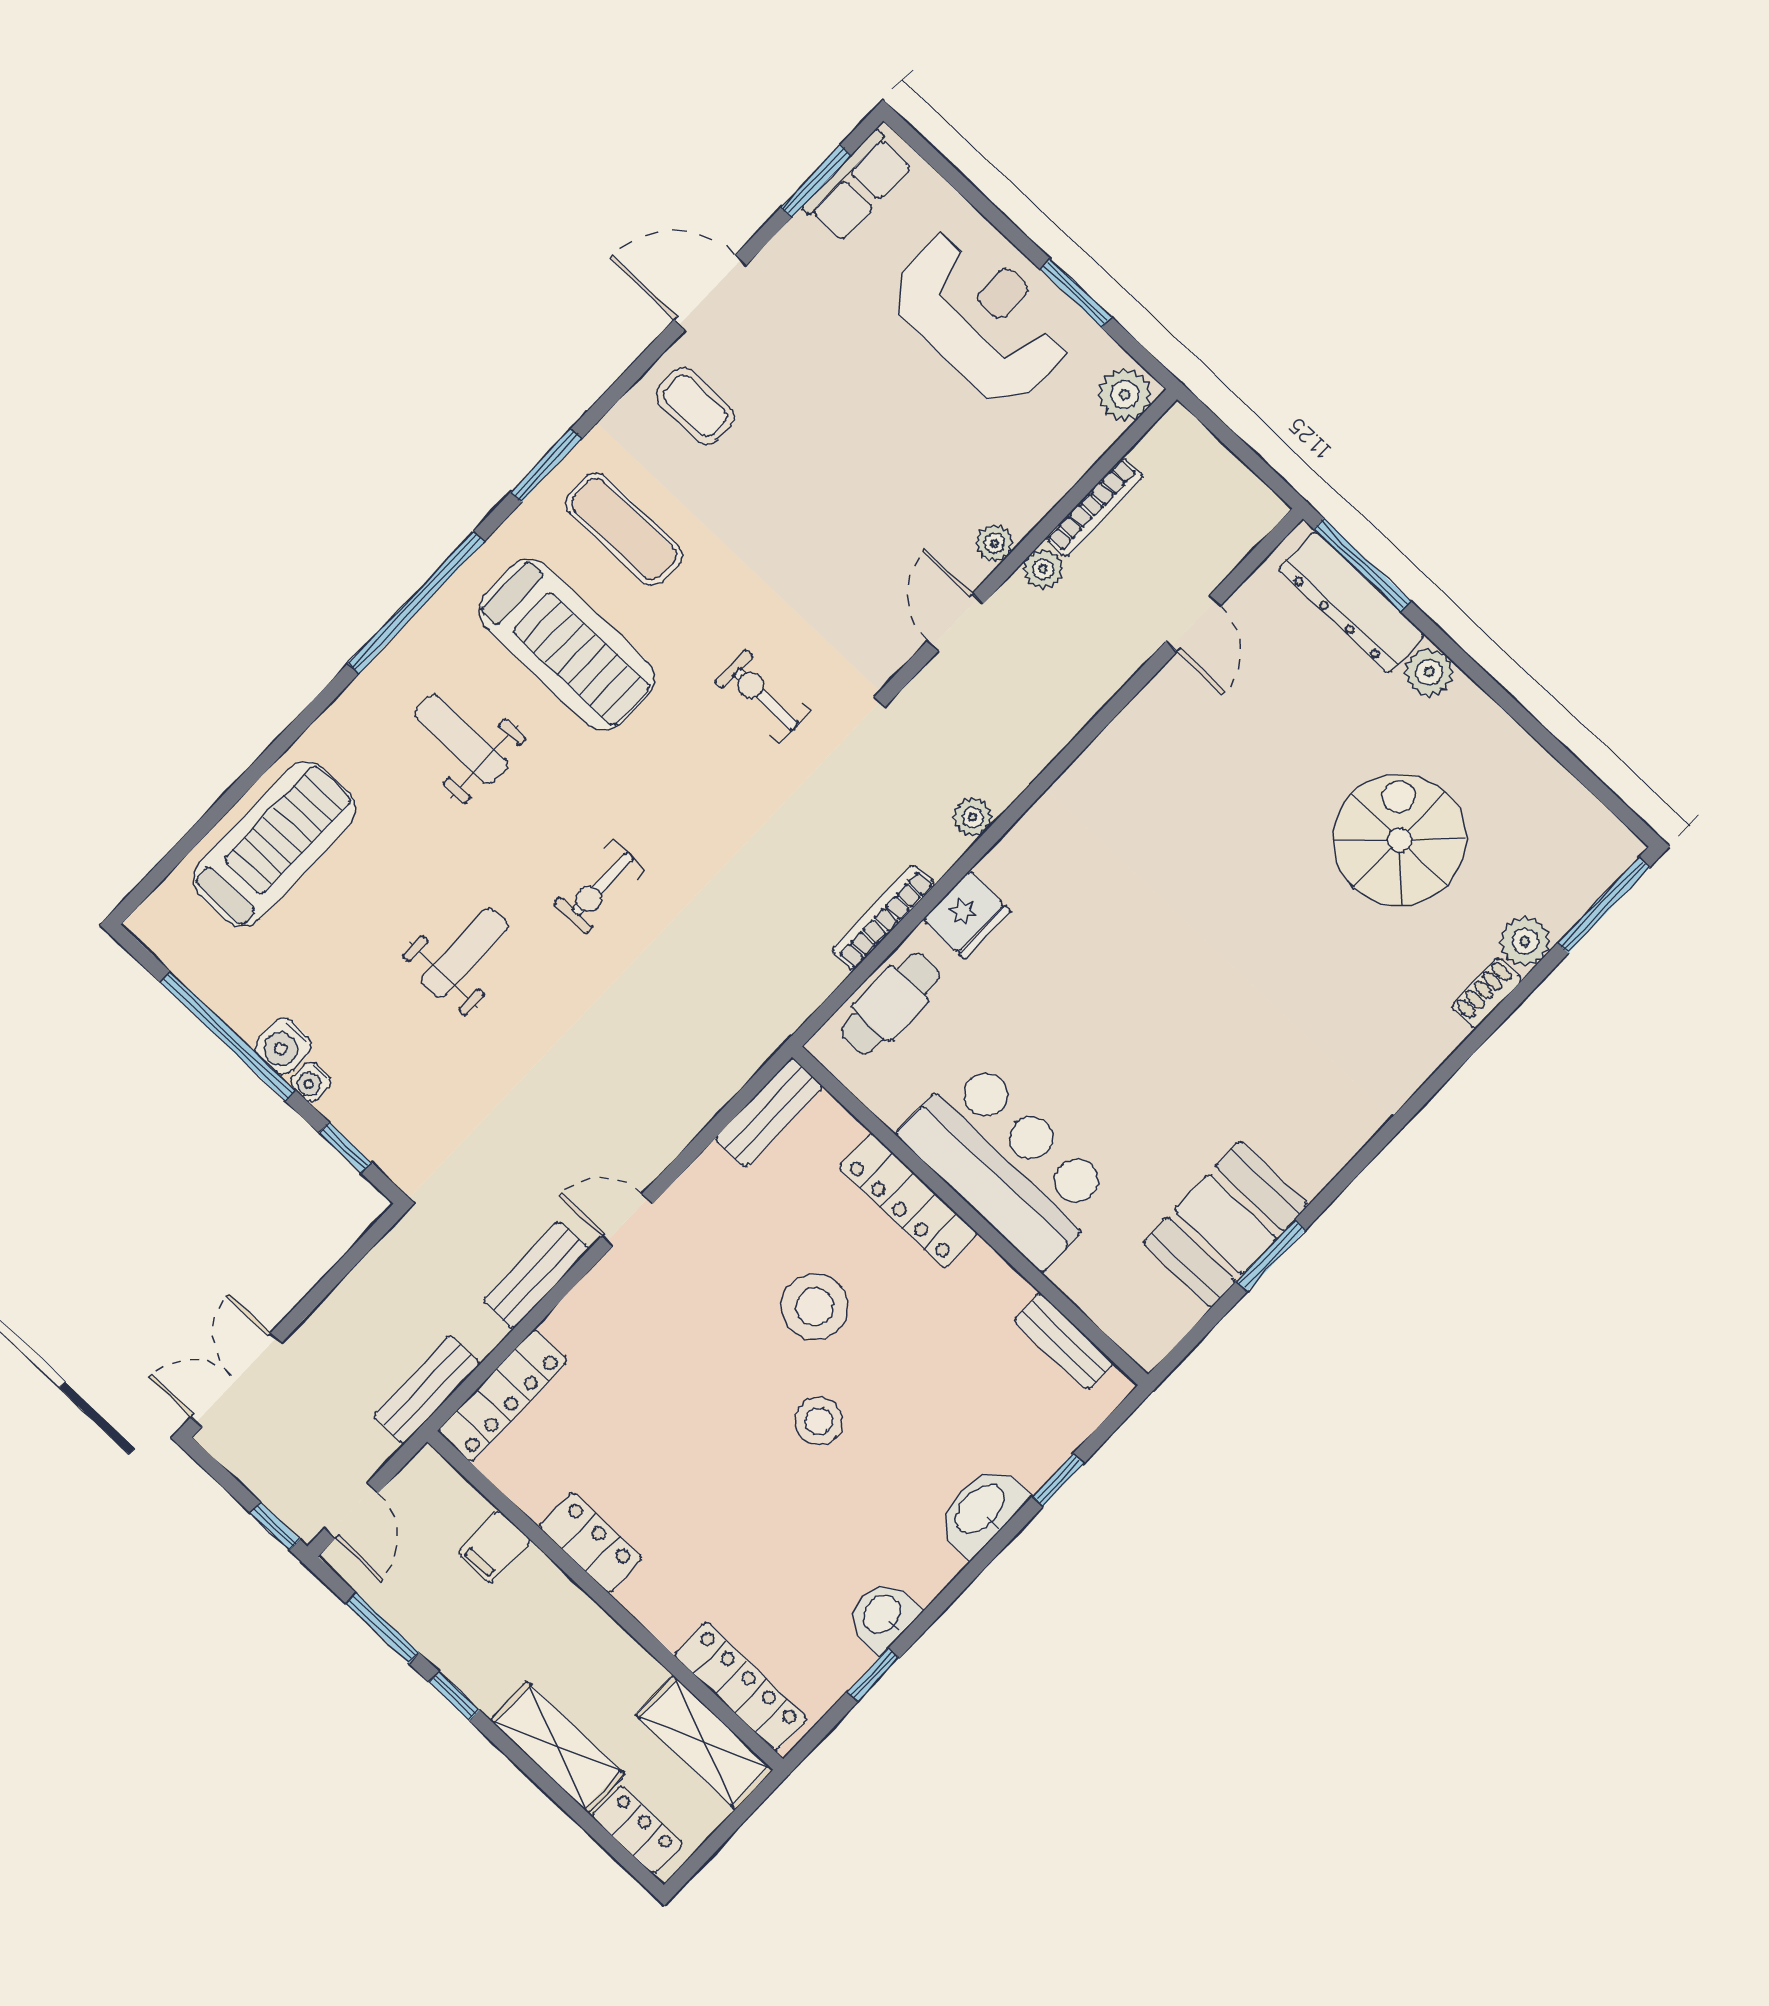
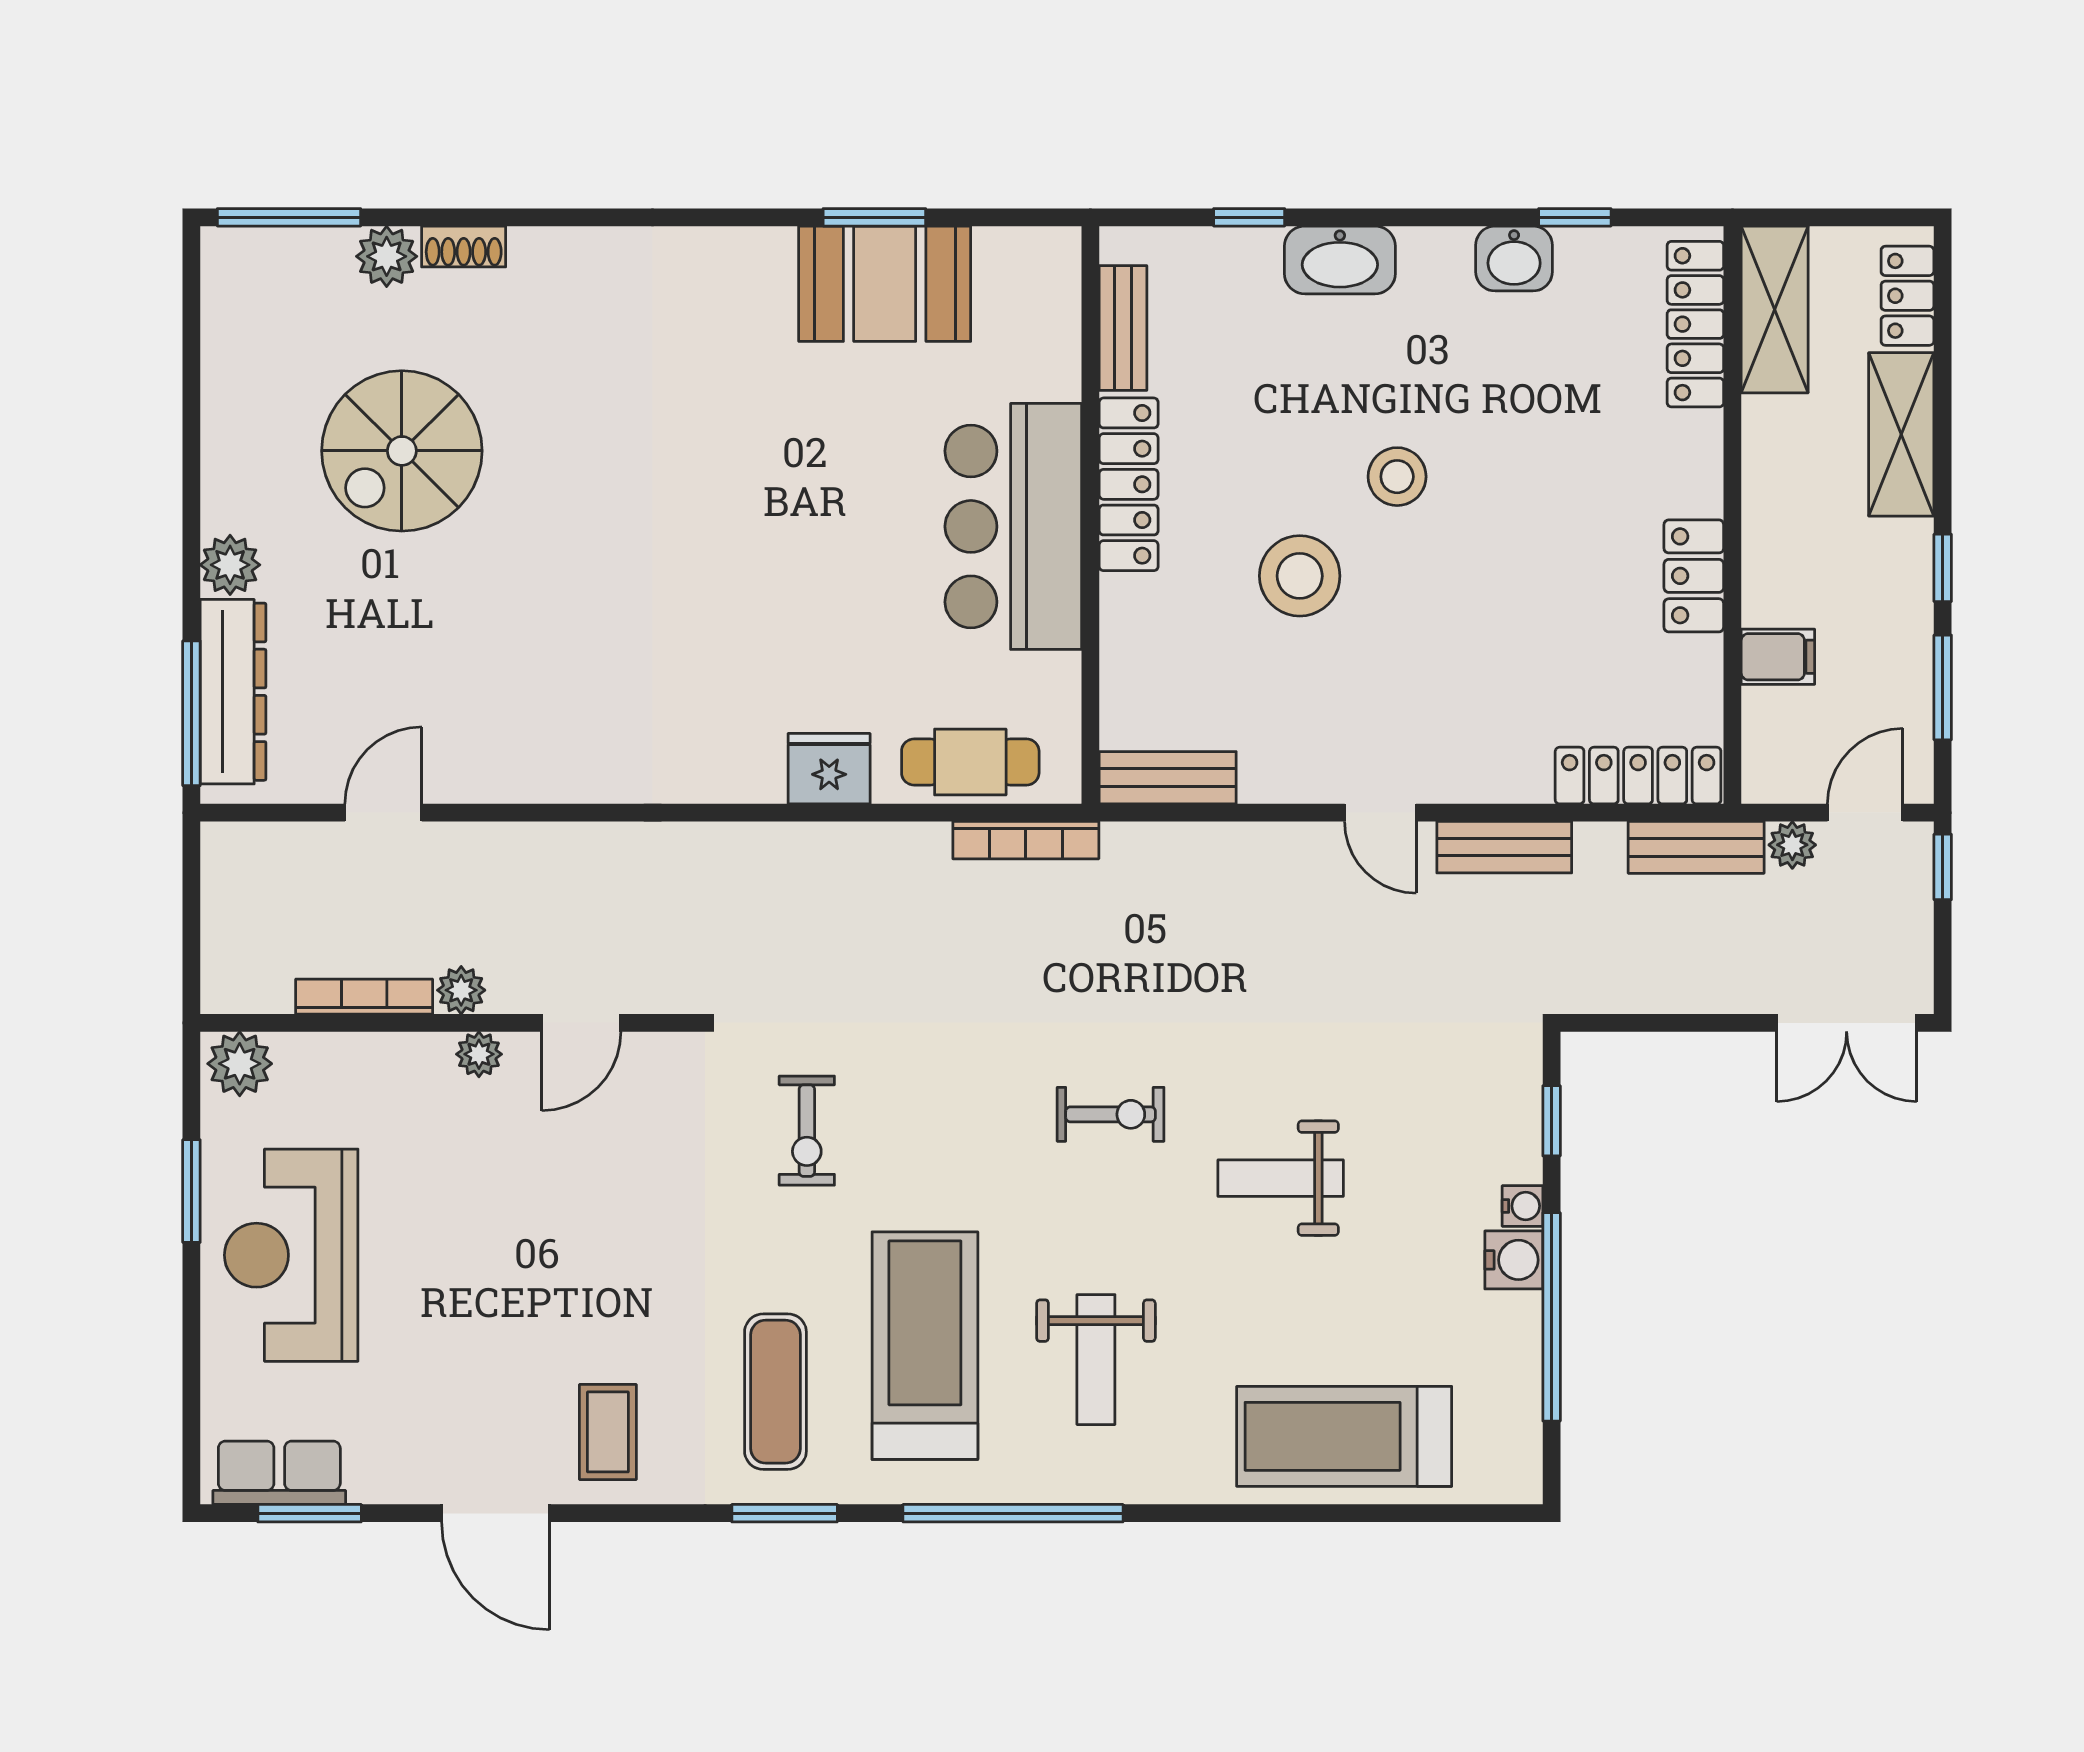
plant: (973, 817) -> (1792, 845), moved
bookcase: (883, 917) -> (1026, 840), moved
locker: (908, 1201) -> (1129, 484), moved

